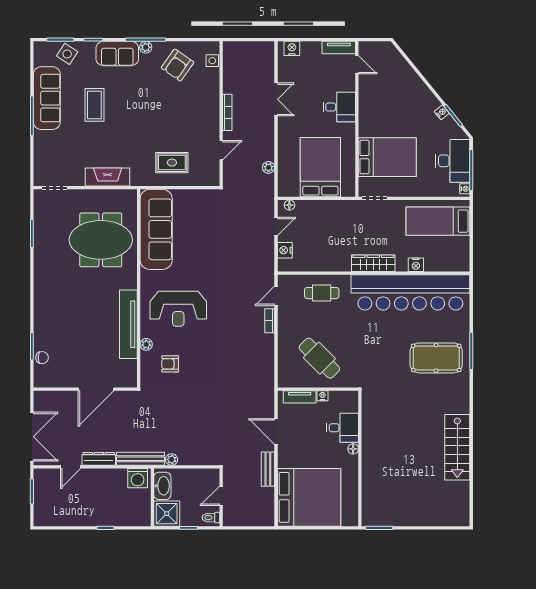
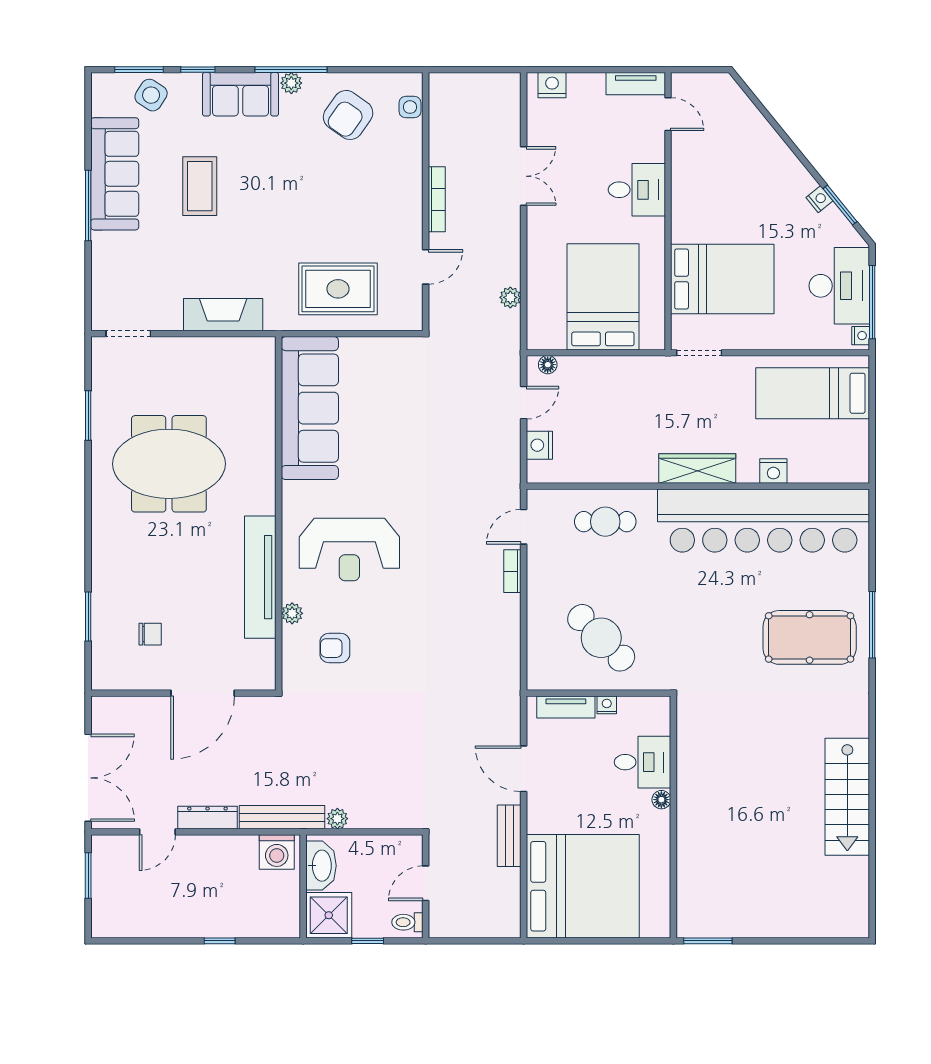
rug: (172, 163) -> (338, 289), width x1.36, depth x1.43
meeting table: (101, 240) -> (169, 464), moved
chair: (42, 358) -> (150, 634), moved

